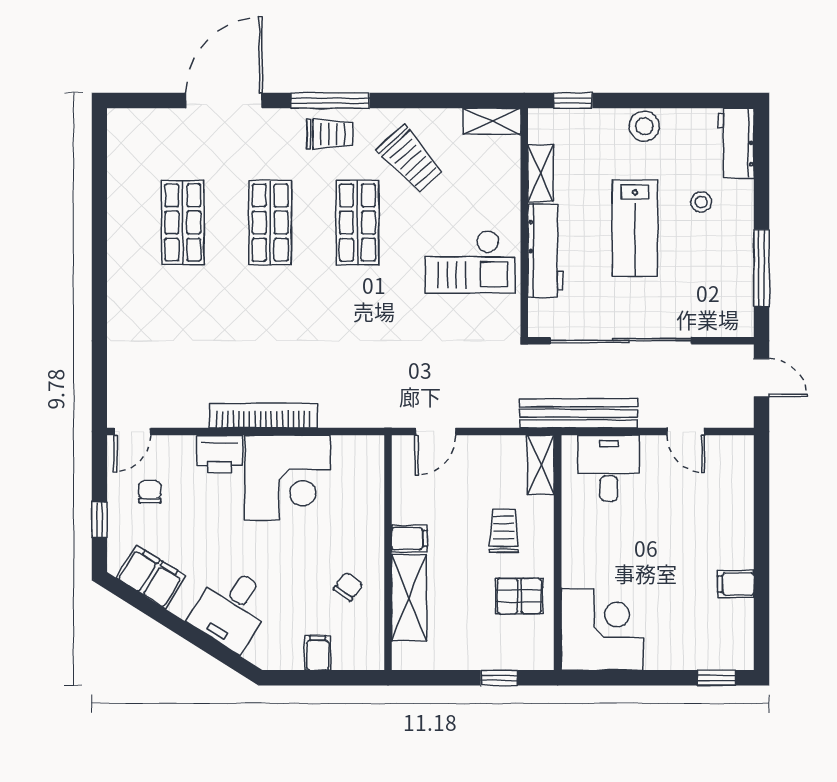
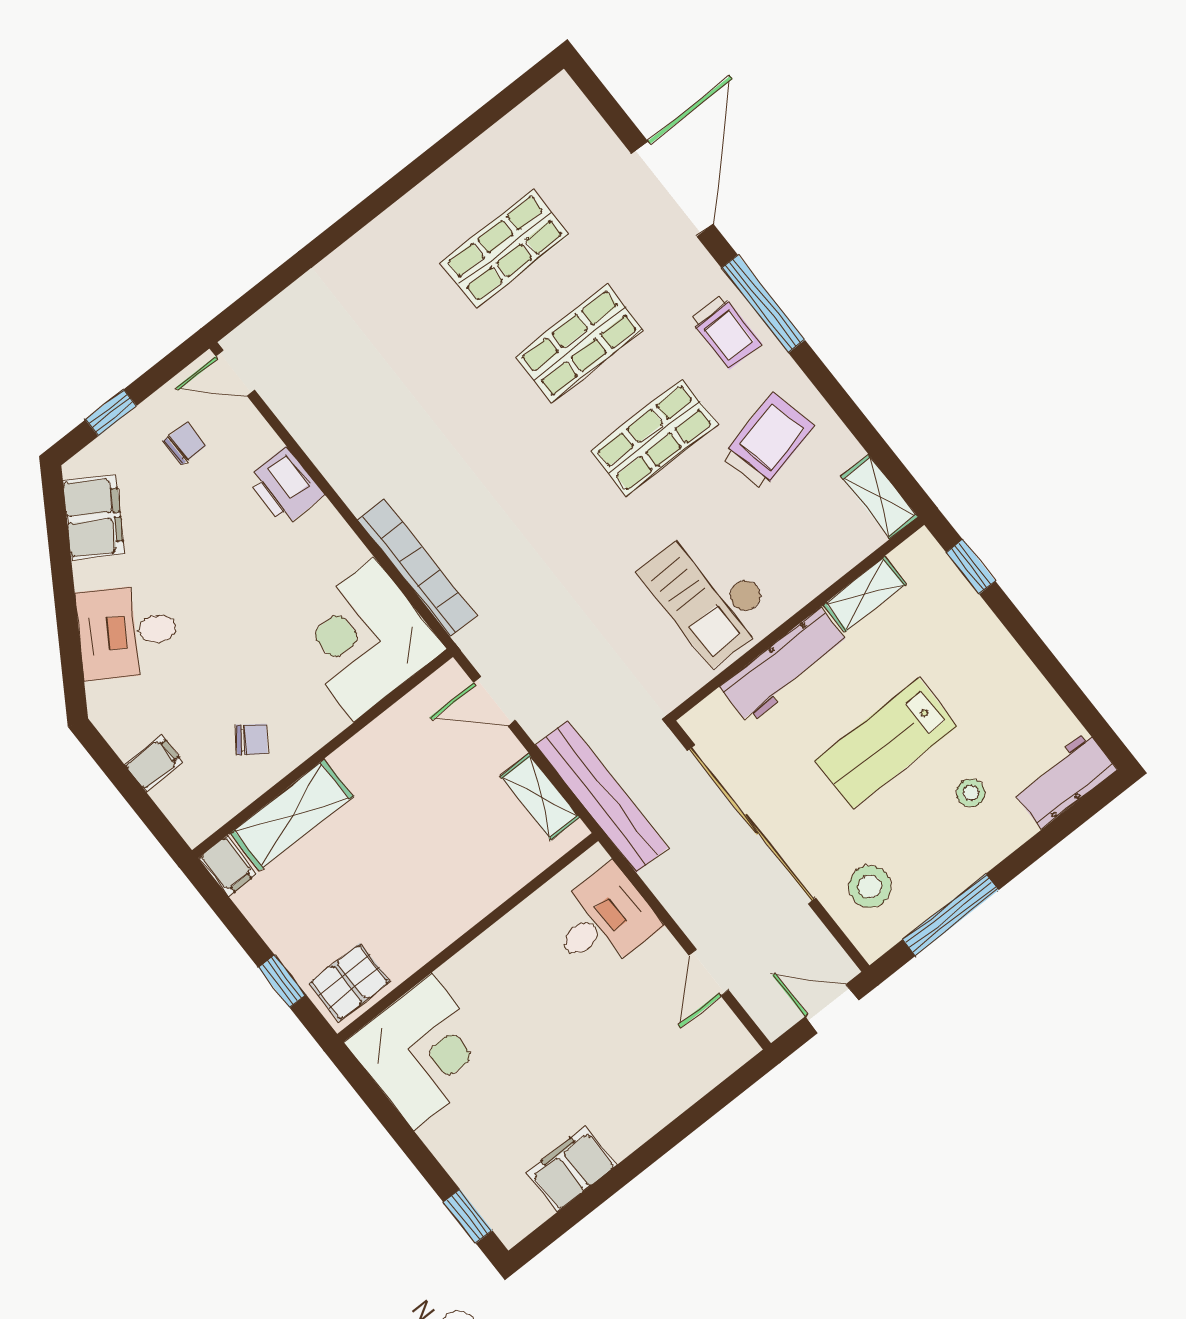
door: (224, 100) -> (672, 189), hinge flipped
stool: (644, 126) -> (870, 887), moved
trolley: (410, 159) -> (768, 441), turned -151
door: (761, 378) -> (832, 1009), swing flipped
bench: (579, 413) -> (602, 796), moved
bookcase: (263, 416) -> (417, 567), moved
shelving: (541, 465) -> (540, 797), moved, turned 90
corner desk: (287, 478) -> (364, 639), moved, turned 90
trolley: (504, 531) -> (445, 860), removed
filing cabinet: (409, 538) -> (228, 866), moved
filing cabinet: (736, 584) -> (572, 1169), width x2.00
pallet: (519, 596) -> (349, 982), moved, turned 90

